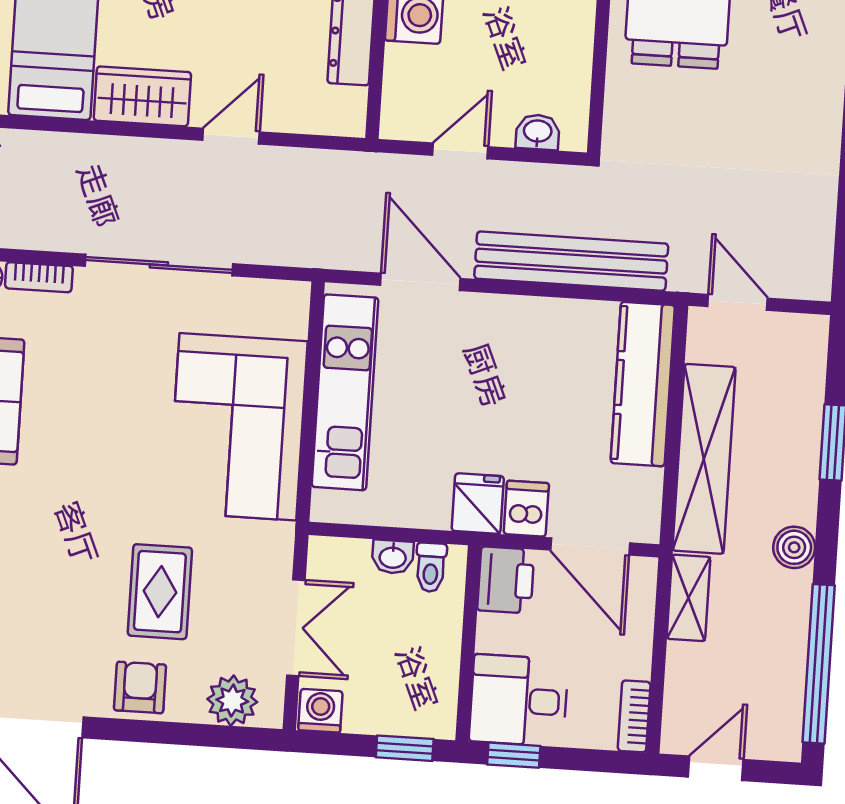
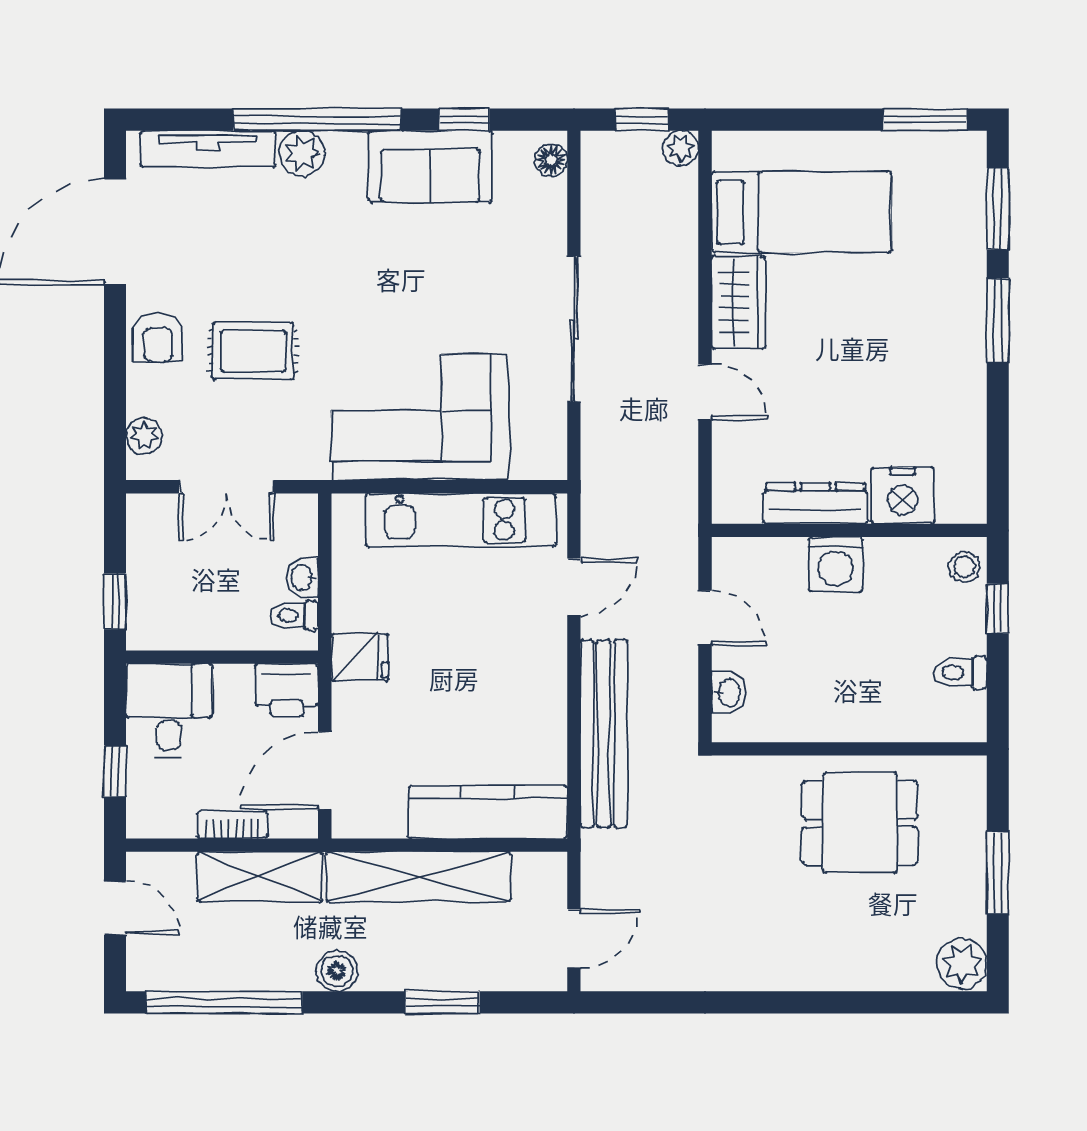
bookcase: (39, 277) -> (554, 212), removed
door: (420, 282) -> (574, 587), width x0.73
door: (738, 302) -> (574, 938), moved
dishwasher: (526, 509) -> (358, 706), removed
shelving: (688, 598) -> (260, 877), width x1.50, depth x1.33
armchair: (140, 687) -> (158, 338), turned 90
plant: (232, 701) -> (144, 436), width x0.73, depth x0.73
washing machine: (320, 711) -> (146, 516), removed
bookcase: (634, 716) -> (232, 825), moved
window: (514, 755) -> (115, 771), moved

